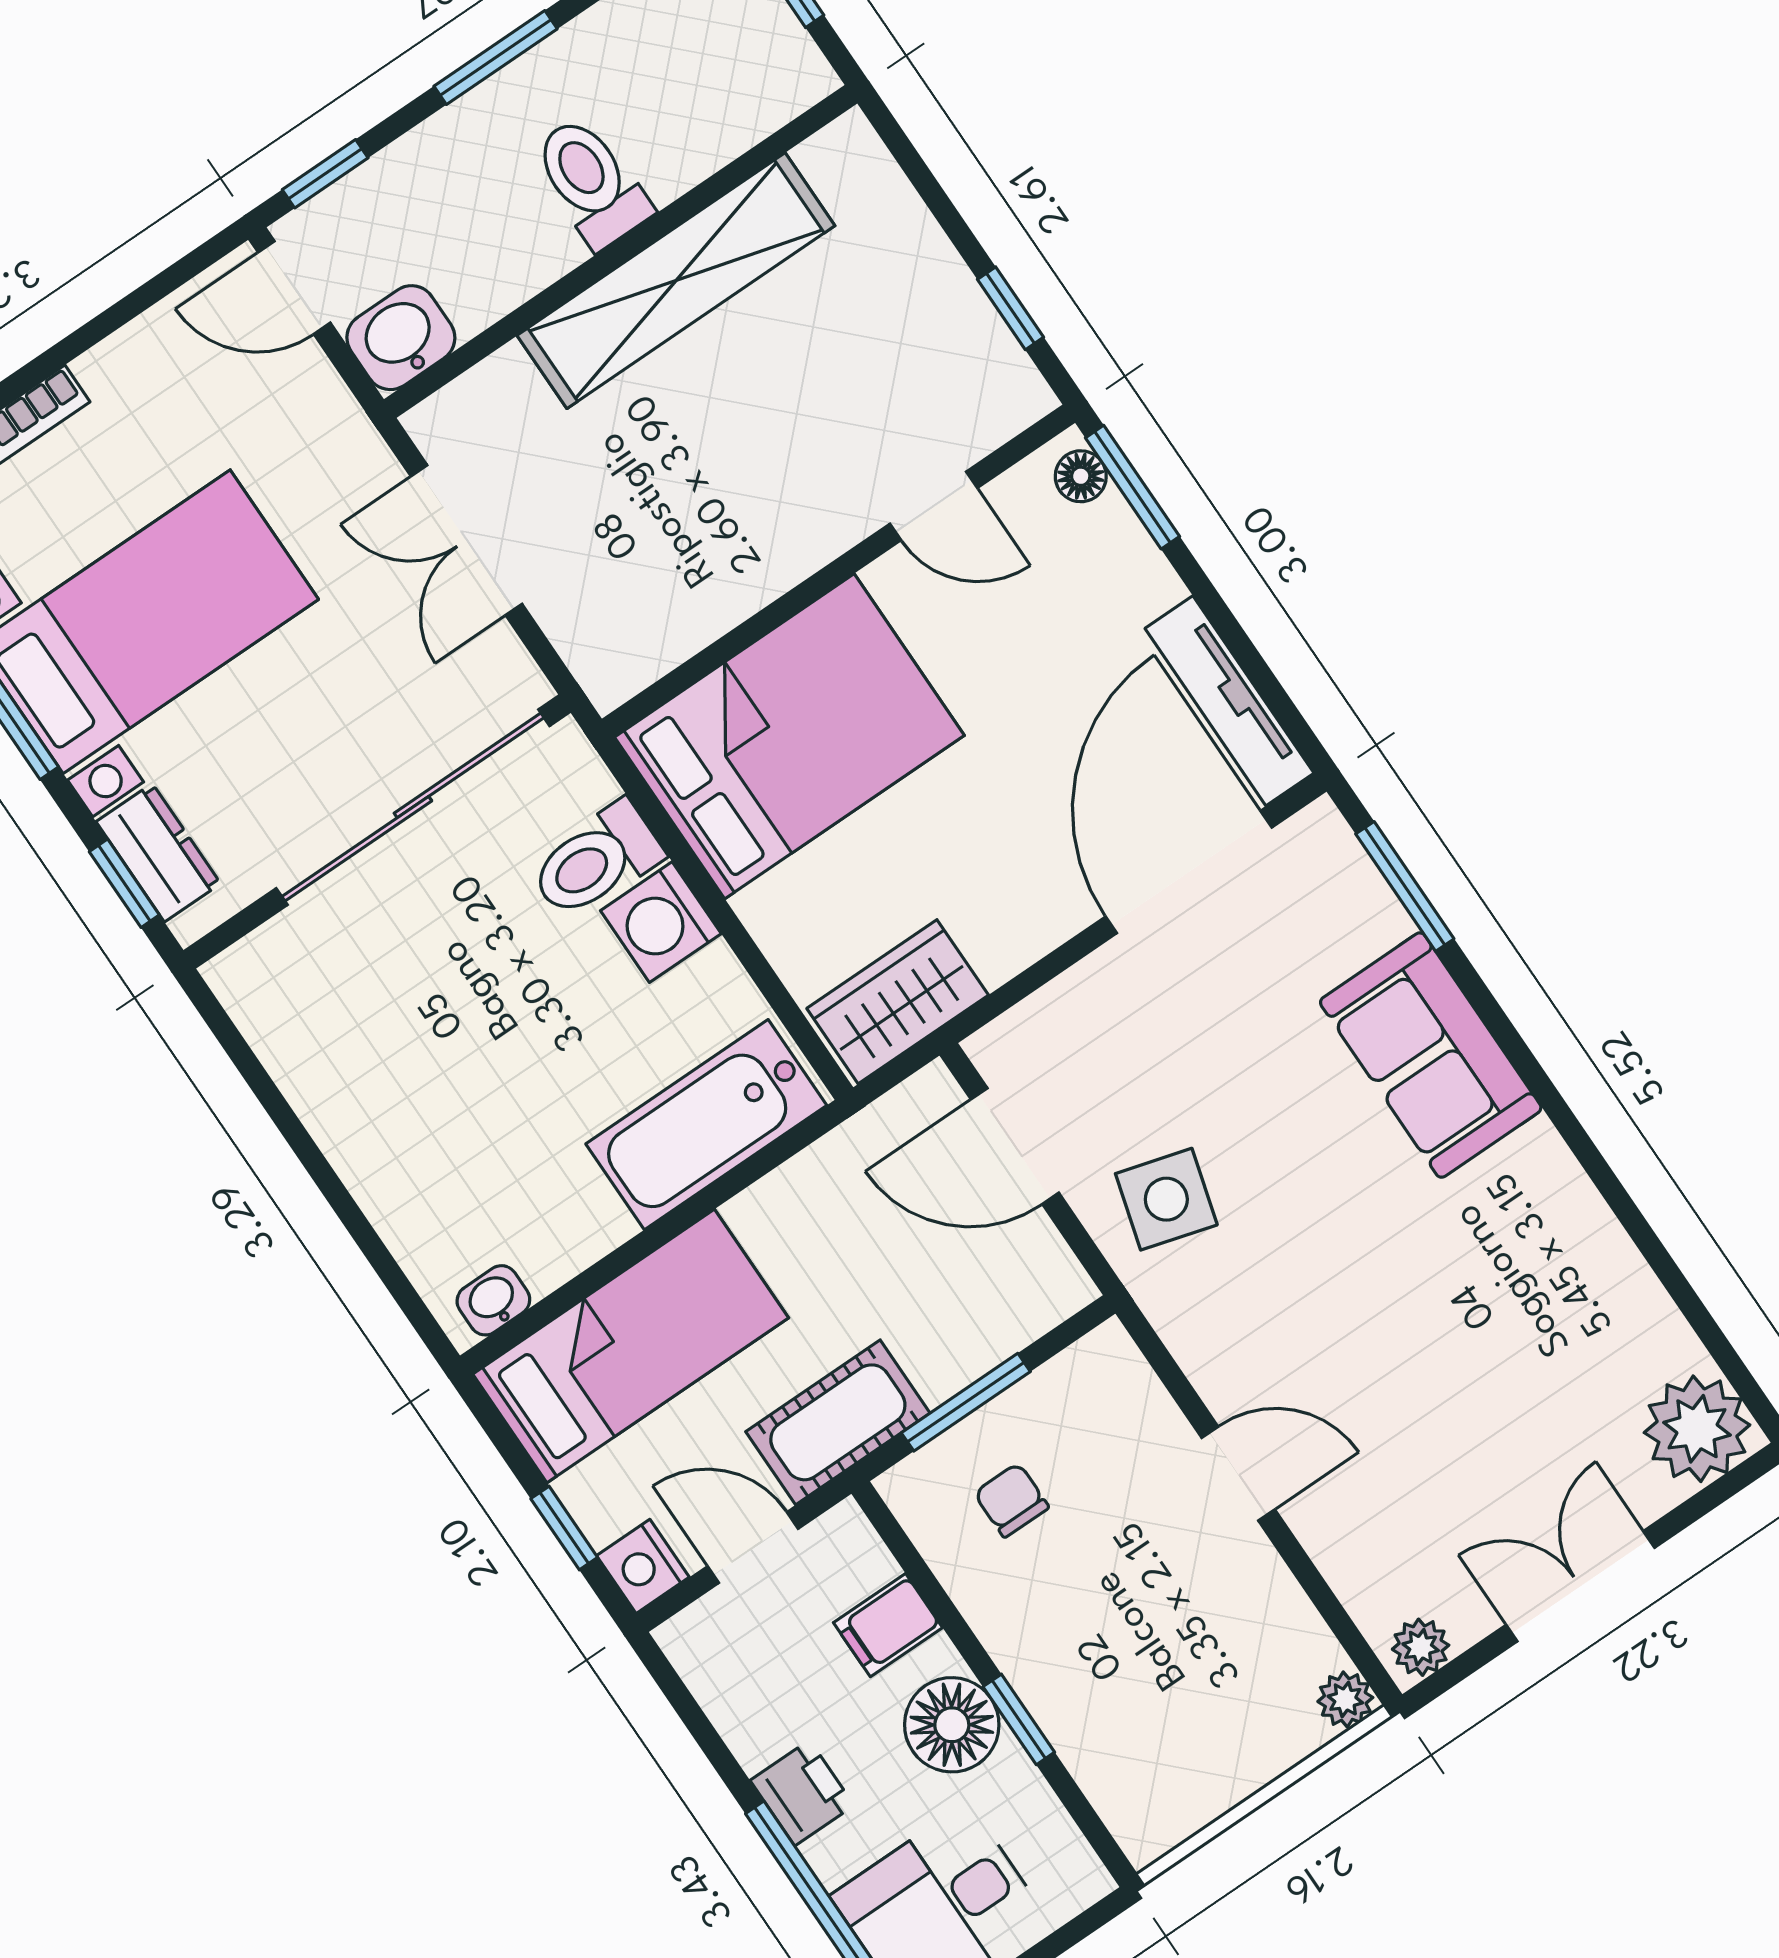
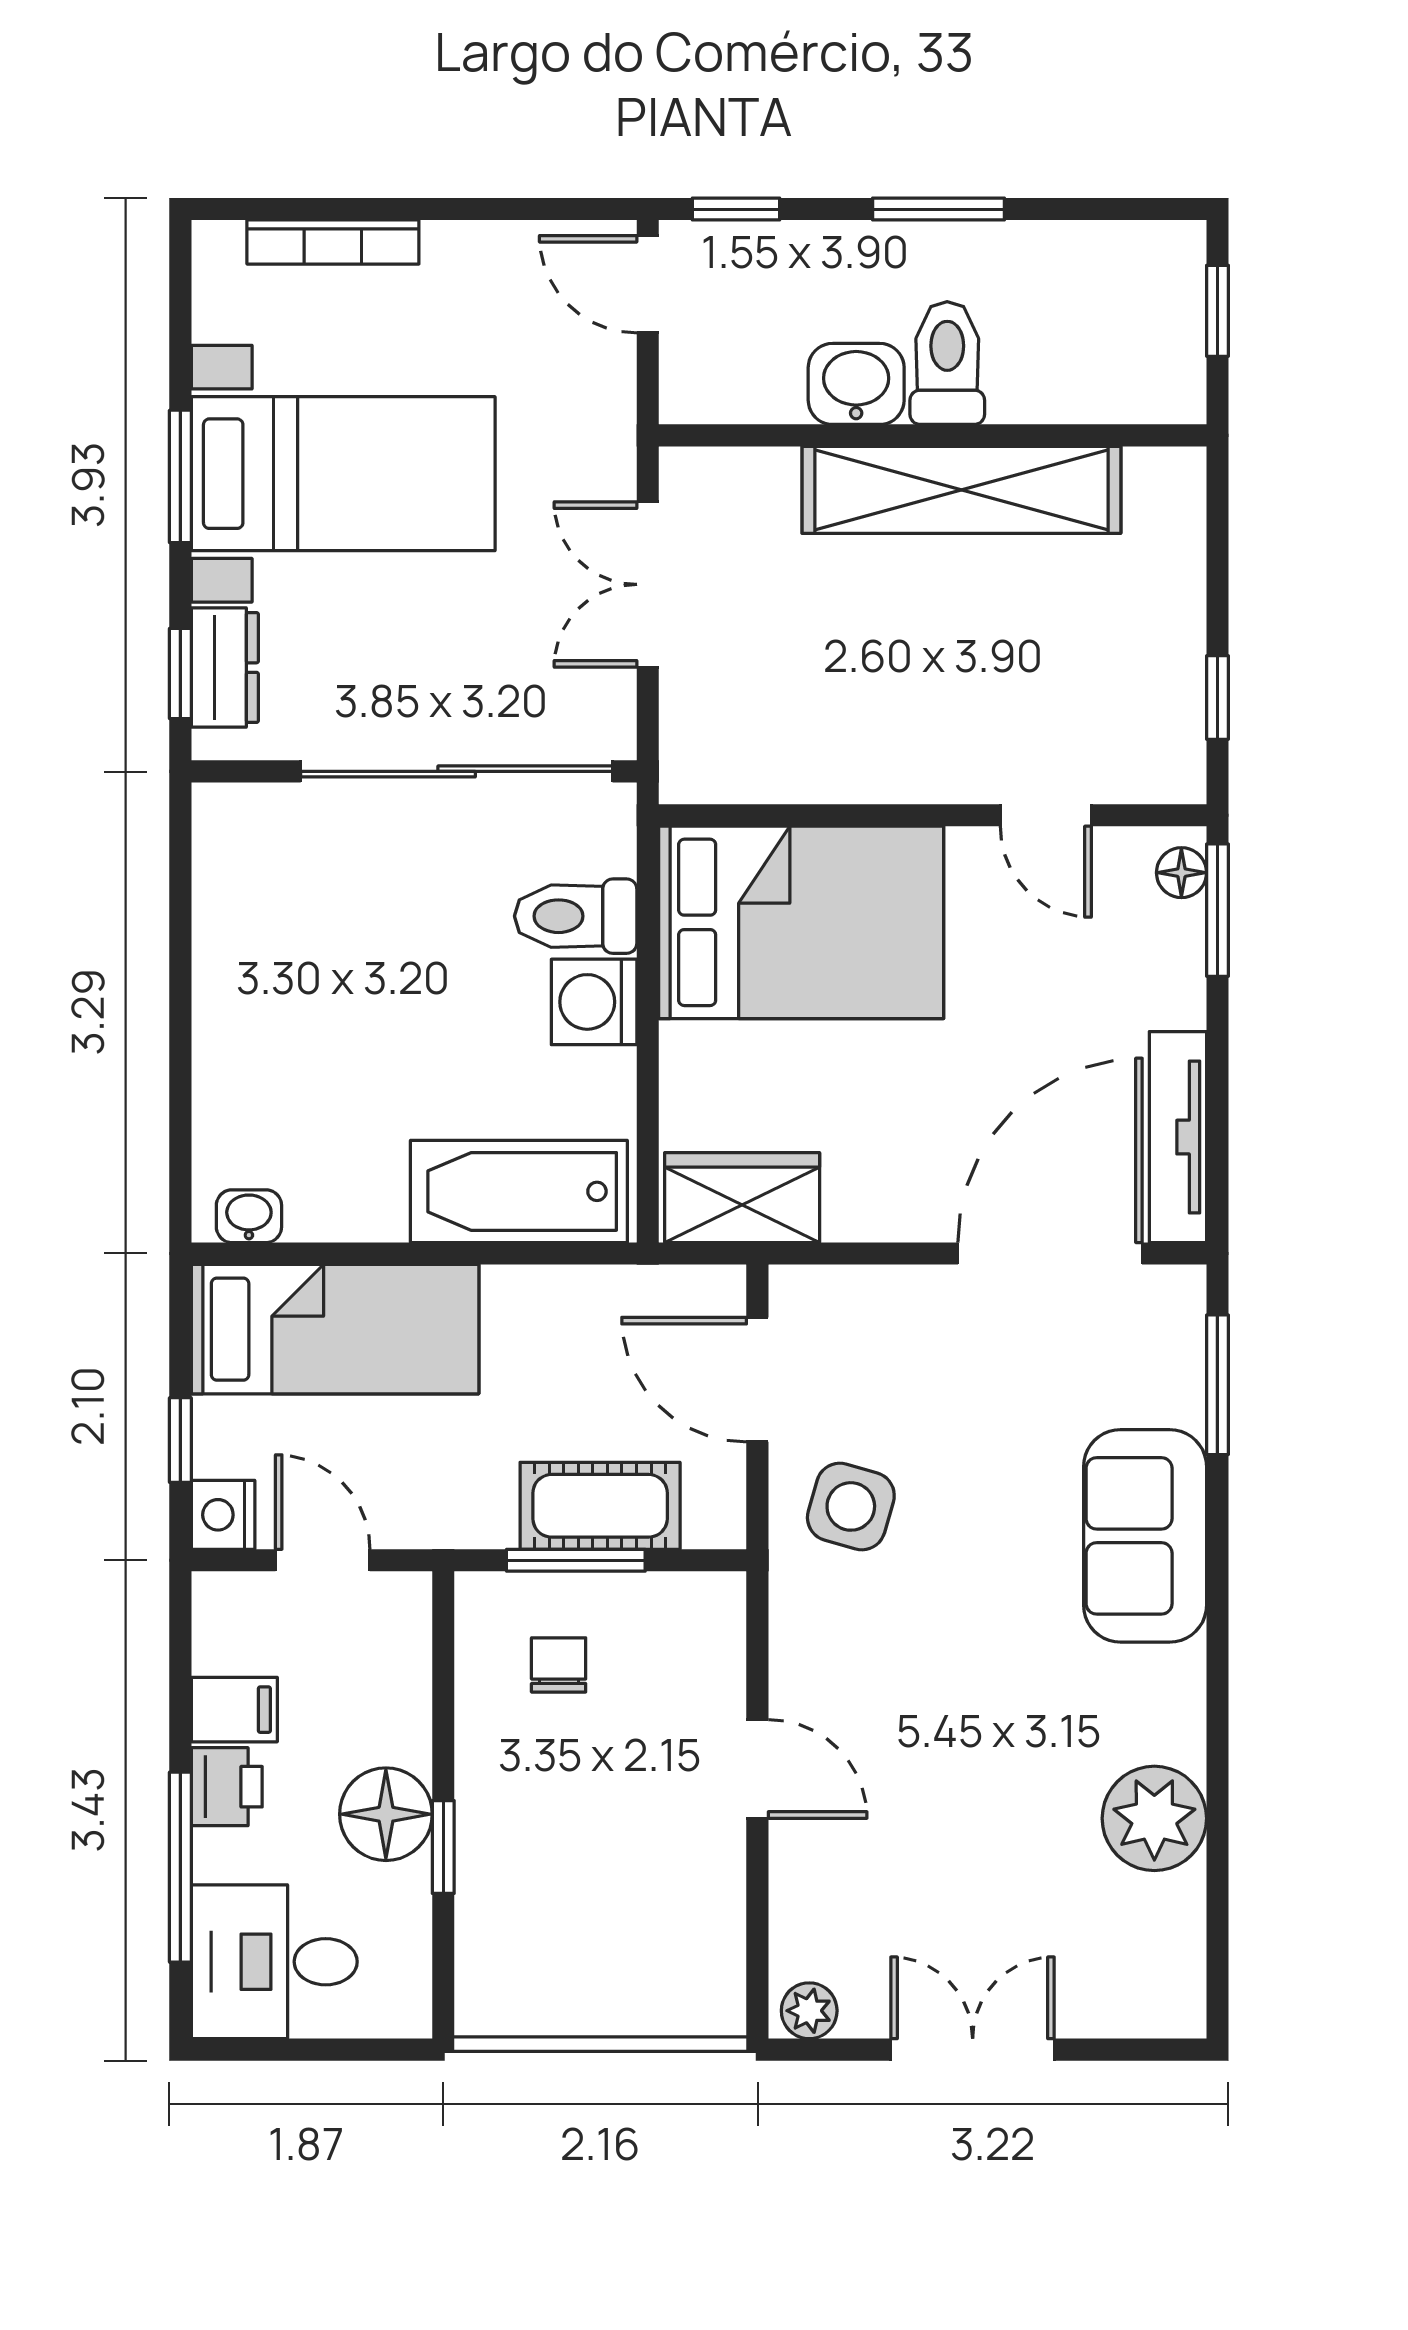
washbasin: (401, 338) -> (856, 384), moved
cot: (838, 1422) -> (600, 1506), moved
plant: (1697, 1429) -> (1154, 1818), moved
filing cabinet: (888, 1625) -> (234, 1710), moved, turned 180
plant: (1345, 1699) -> (719, 2011), removed

